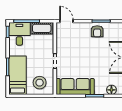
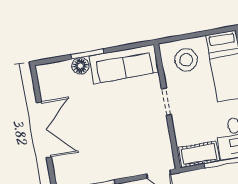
armchair: (97, 31) -> (102, 166), removed
floor lamp: (111, 90) -> (80, 66), moved

